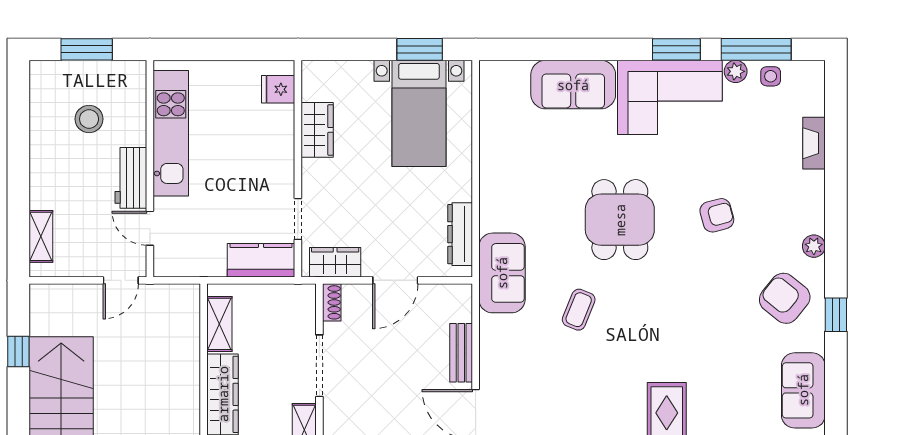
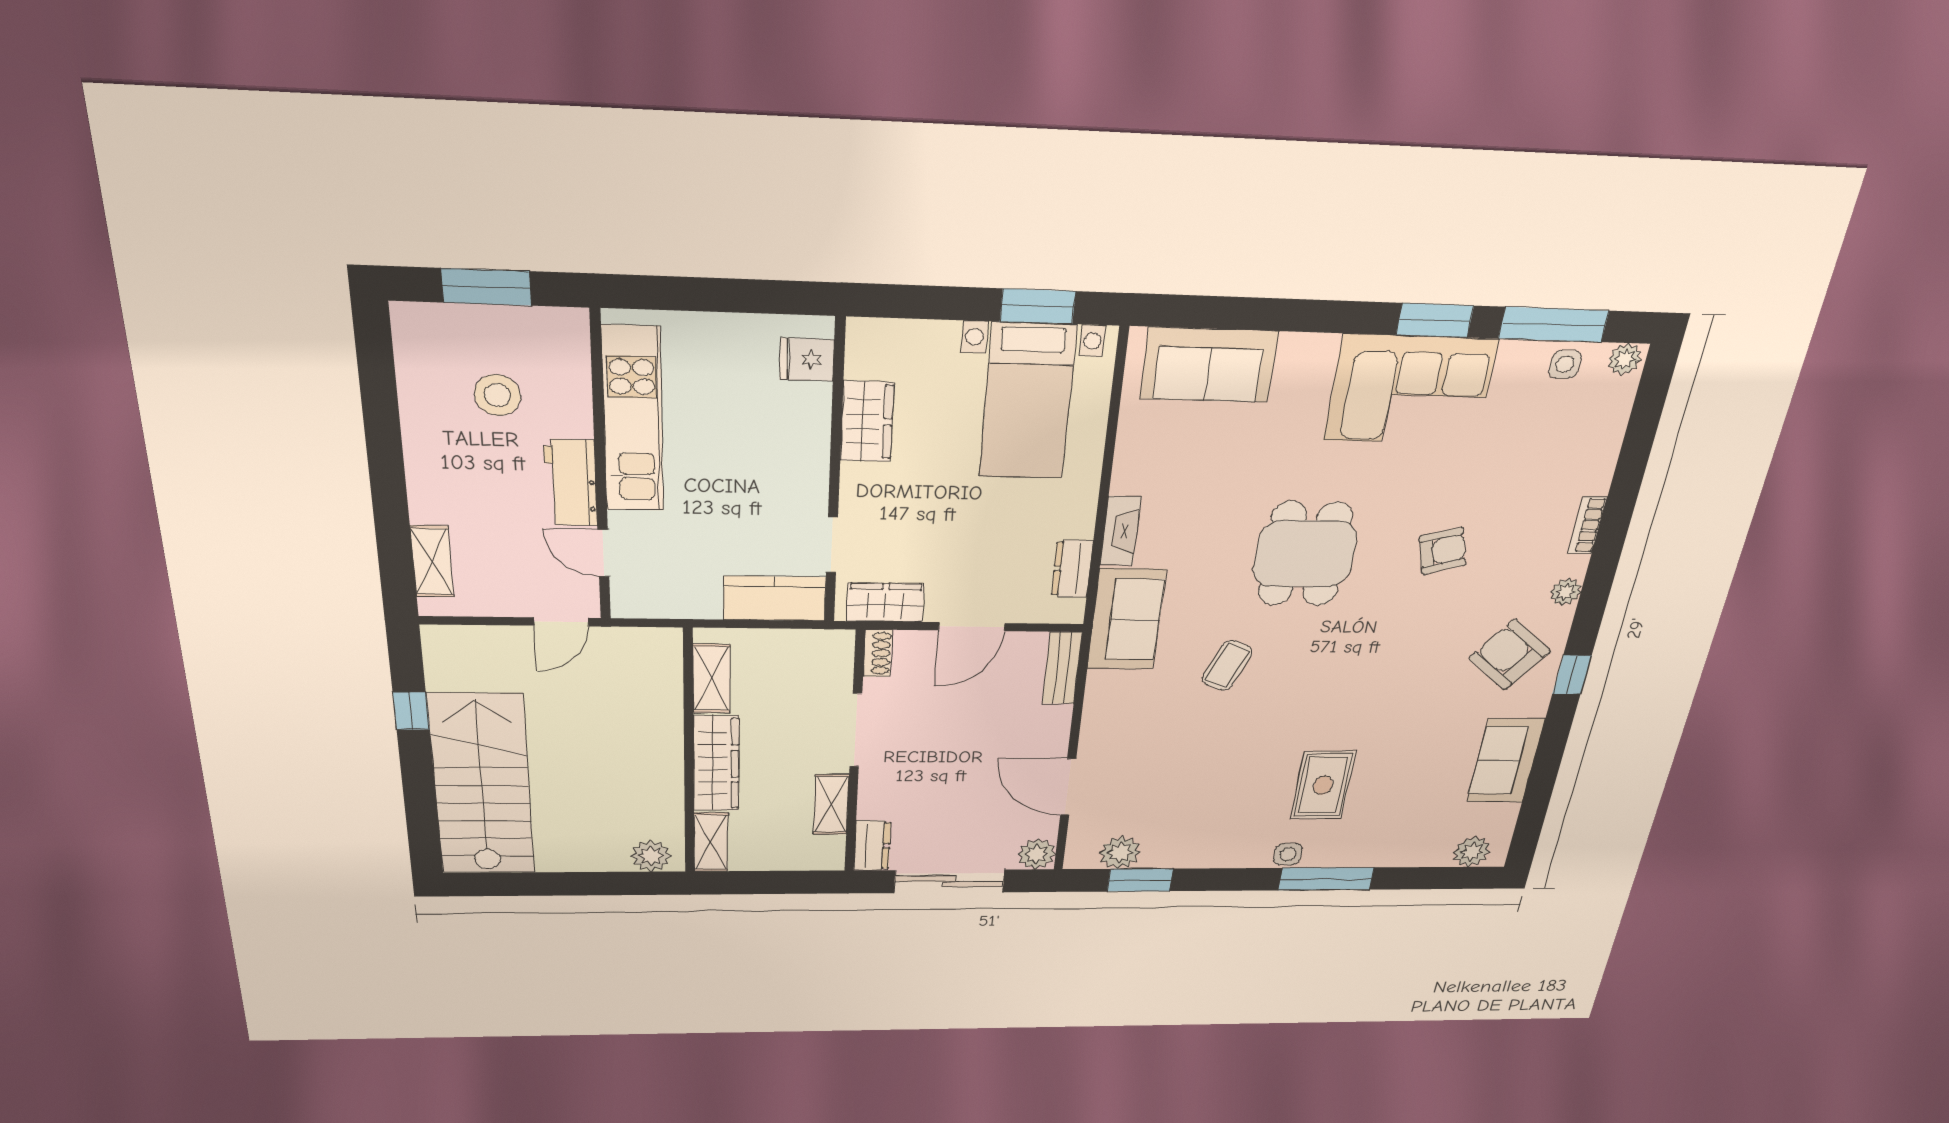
plant: (736, 71) -> (1625, 359), moved
sofa: (573, 85) -> (1209, 365), moved
fireplace: (814, 143) -> (1121, 531), moved, turned 180
bookcase: (816, 193) -> (1587, 525), added
dresser: (460, 234) -> (1072, 569), width x0.70
bench: (461, 353) -> (1062, 668), moved

